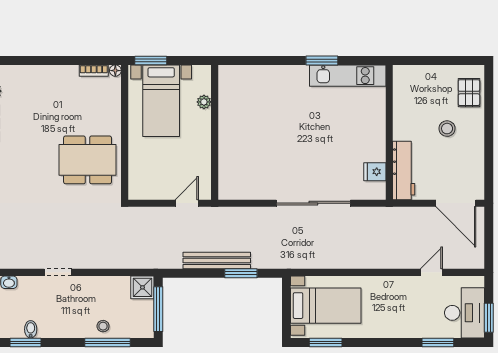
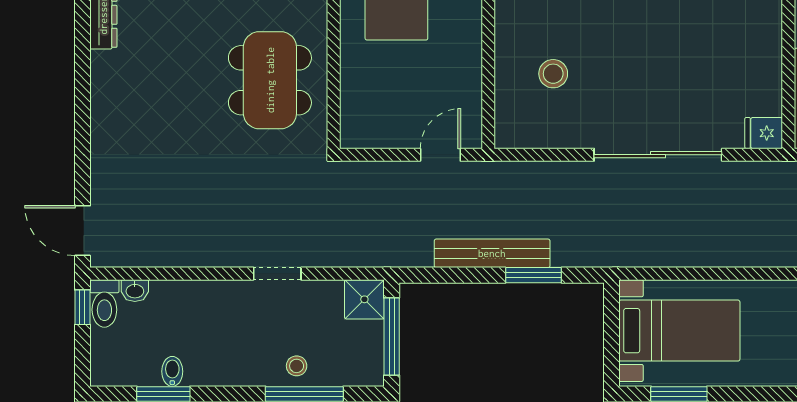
stool: (252, 156) -> (553, 74), added
dining table: (88, 160) -> (270, 80), turned 90
fridge: (375, 172) -> (764, 133), moved
doorway: (58, 272) -> (277, 274), moved

